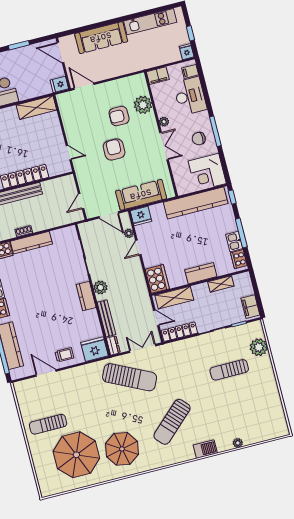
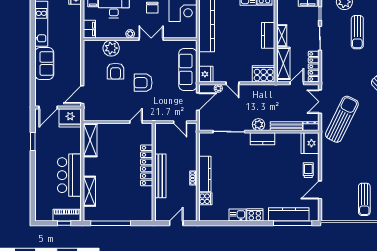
sofa: (101, 38) -> (44, 63), width x0.73
fridge: (59, 84) -> (70, 118), width x1.88, depth x1.34
shelving: (221, 284) -> (282, 36), moved

